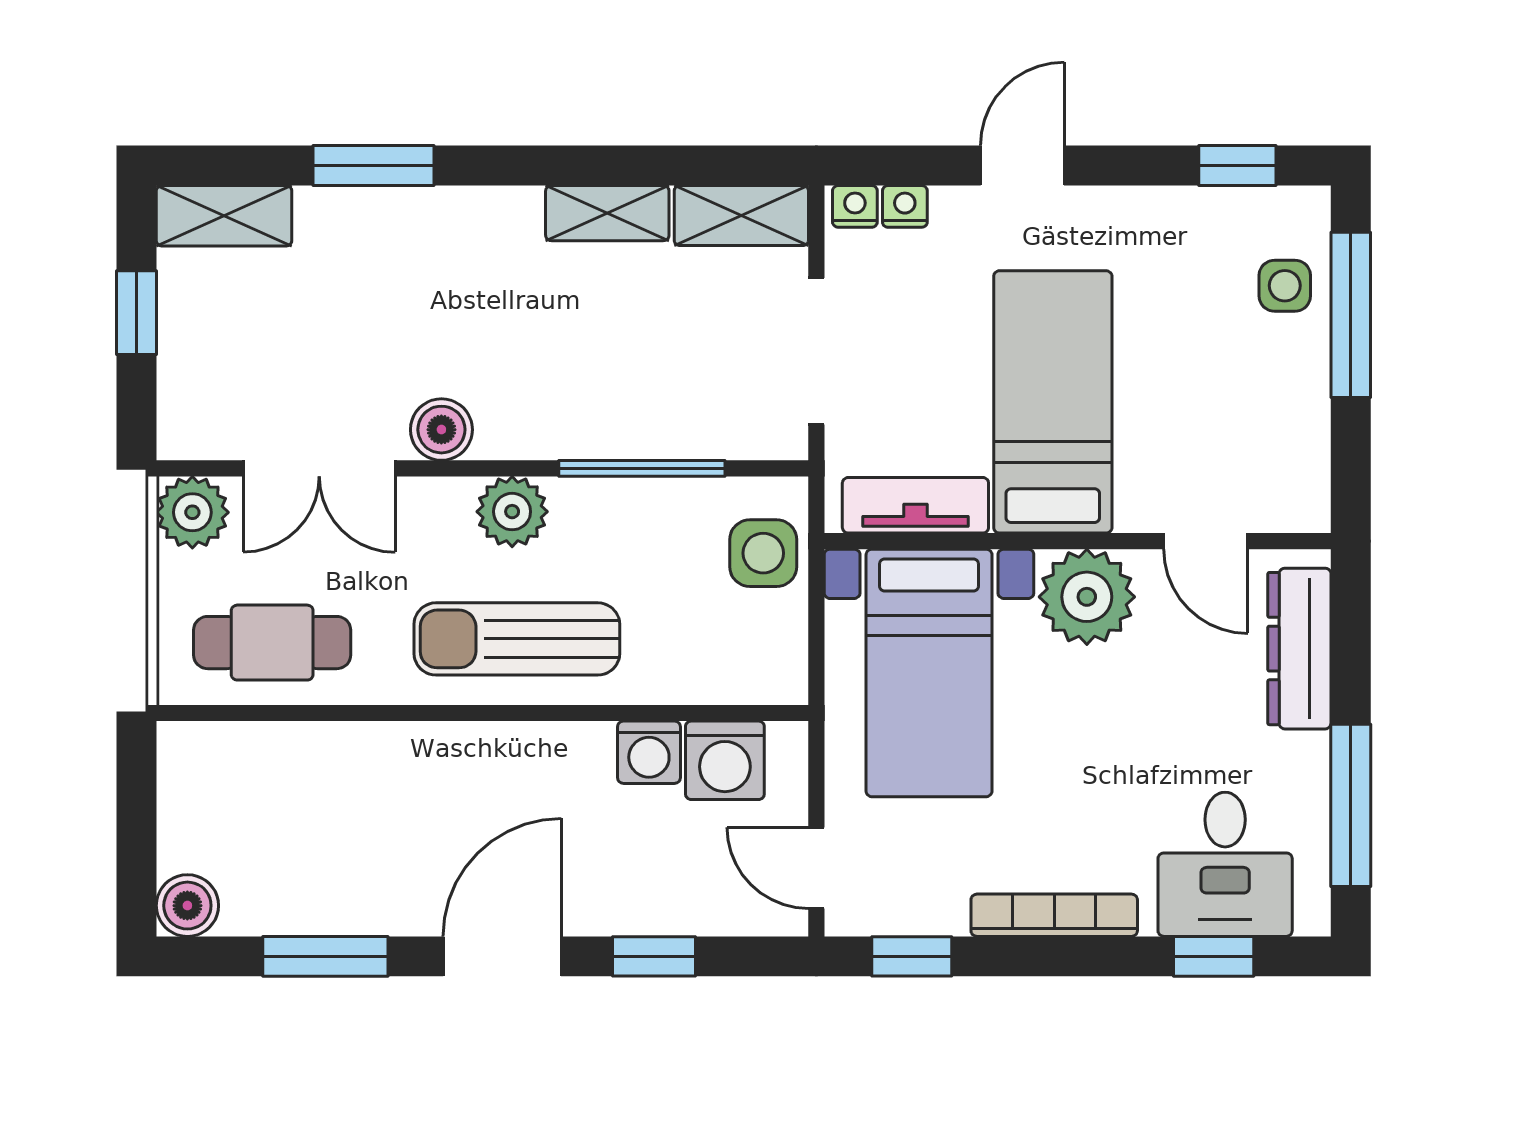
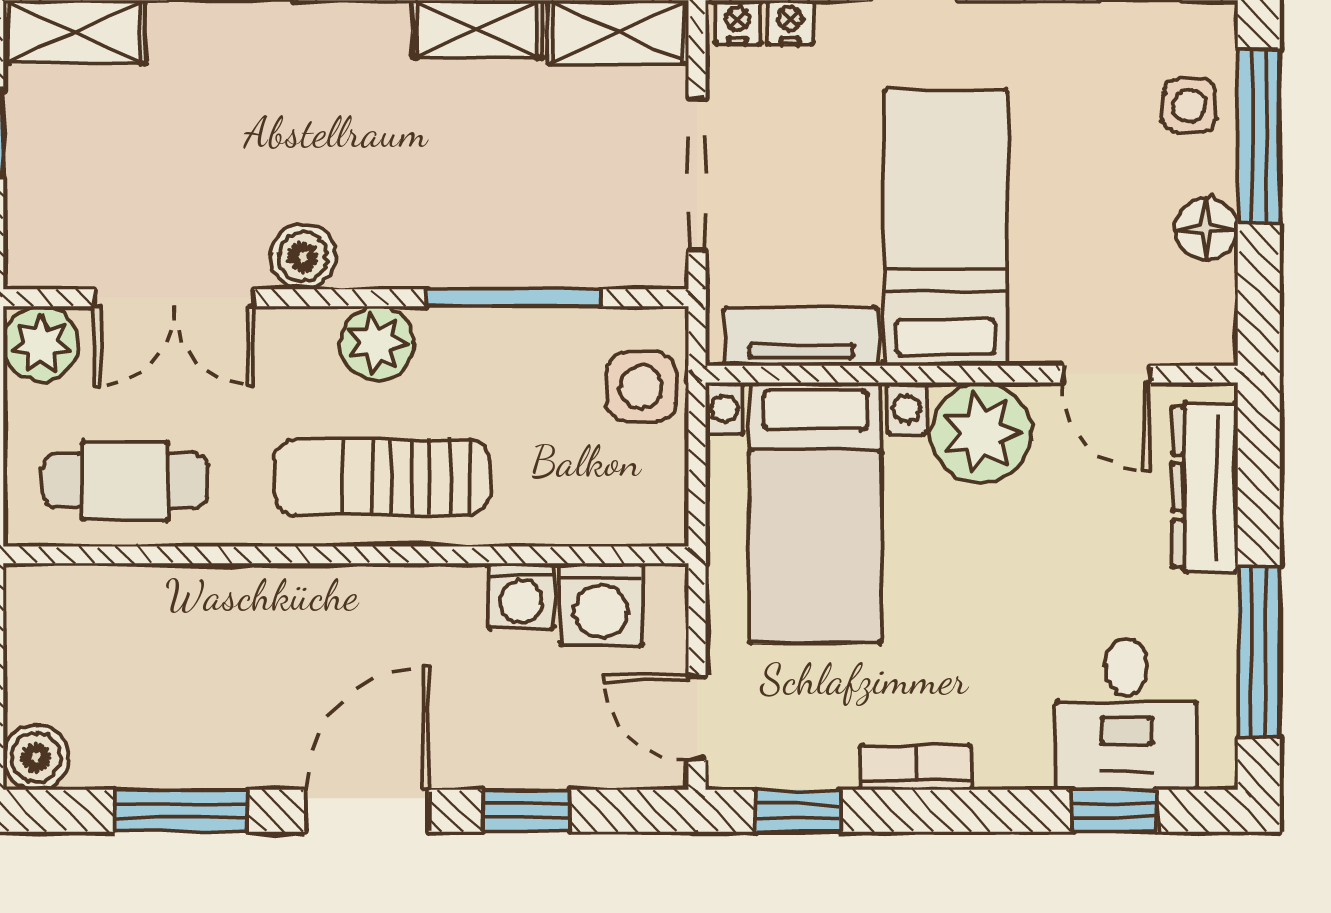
floor lamp: (1301, 403) -> (1207, 229), added
bookcase: (1054, 915) -> (916, 767), width x0.64

